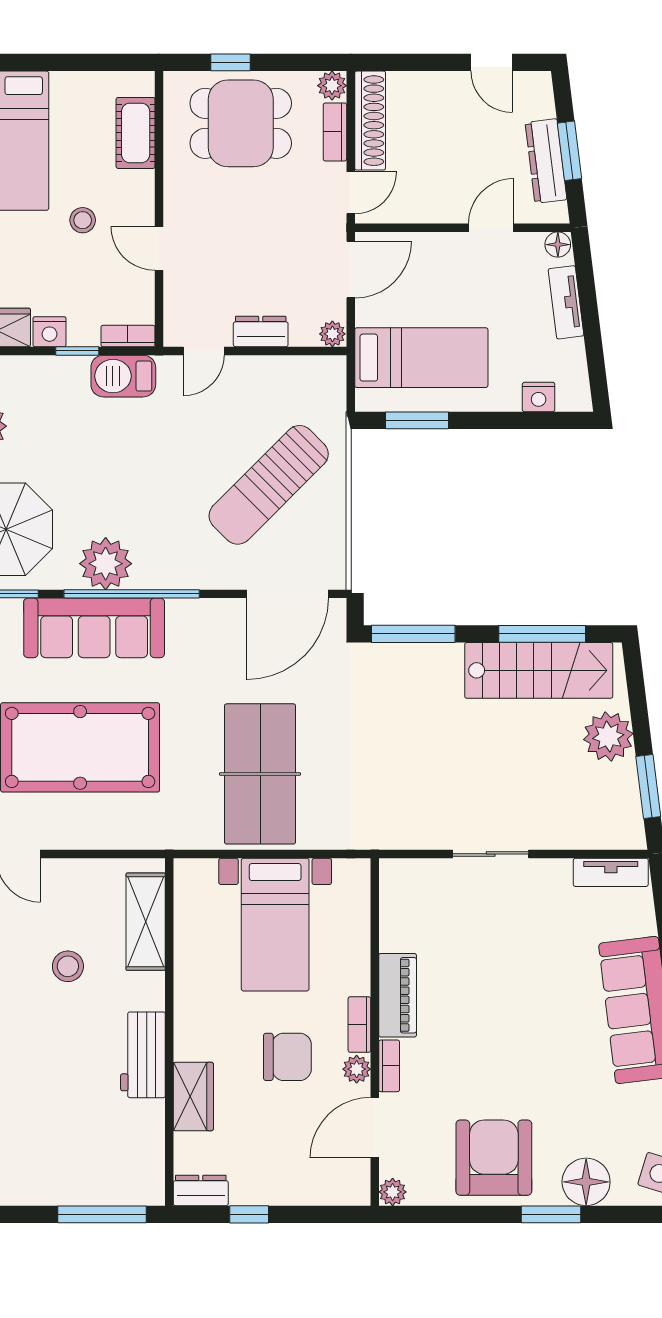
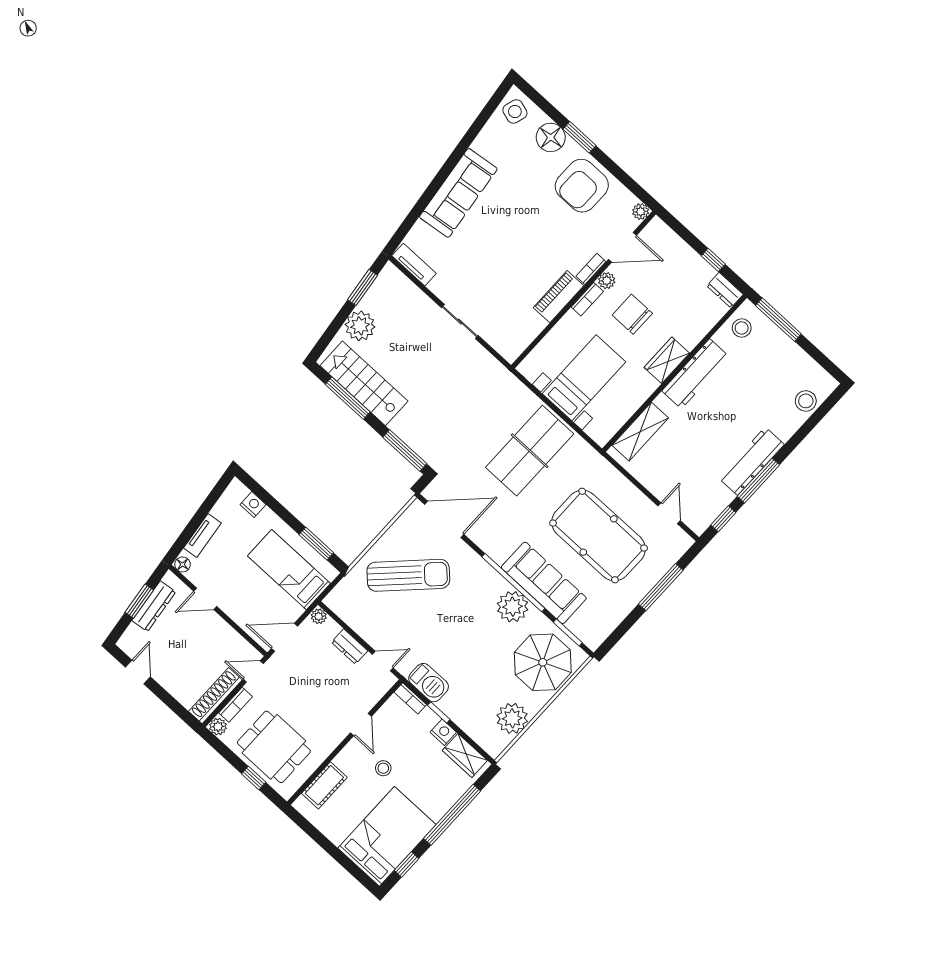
stool: (68, 966) -> (742, 328), moved
workbench: (143, 1055) -> (695, 374), width x1.38
wardrobe: (193, 1096) -> (667, 360), moved

